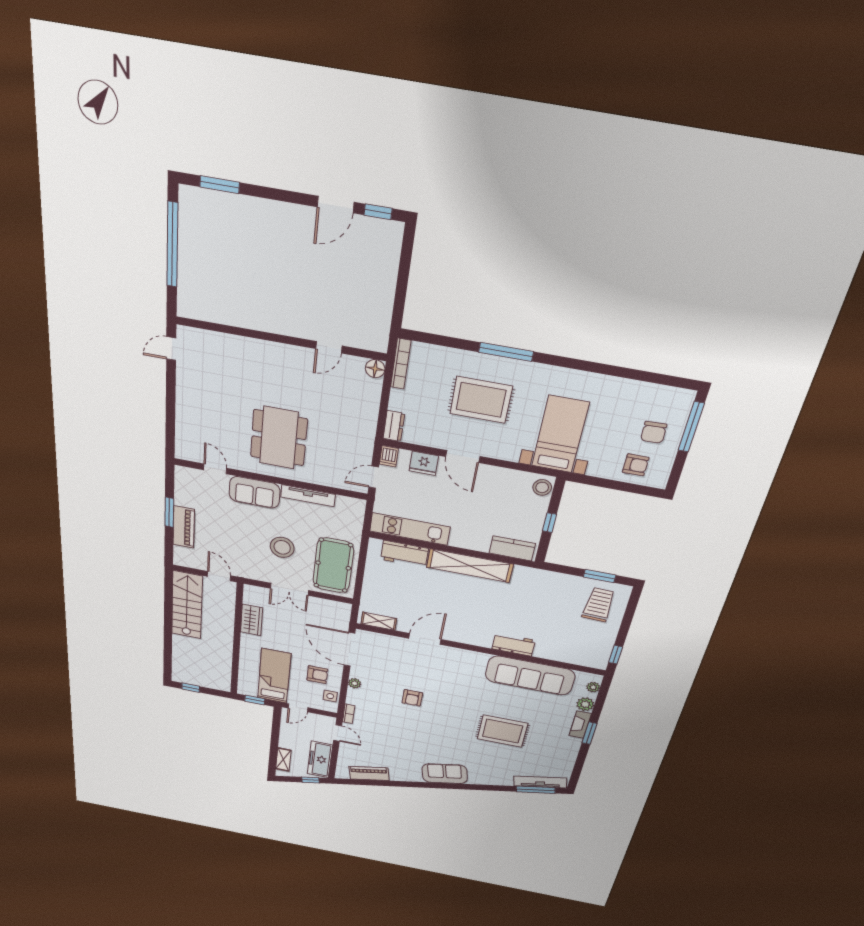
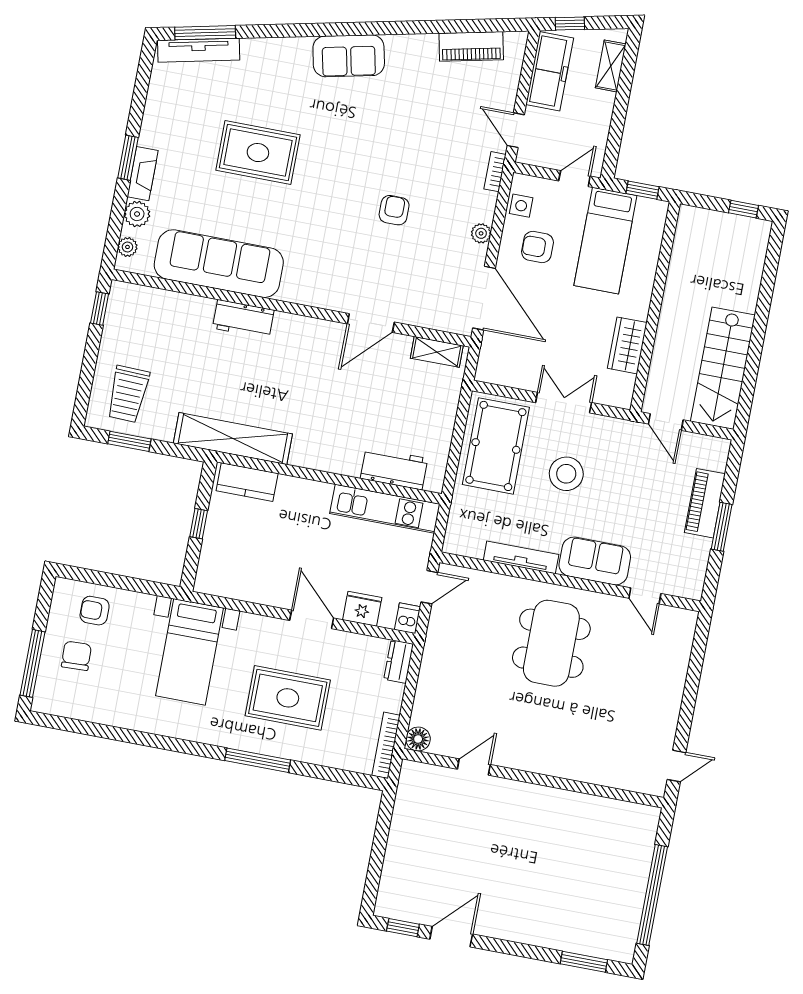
stool: (542, 487) -> (210, 576), removed
shelving: (470, 566) -> (233, 439), moved

